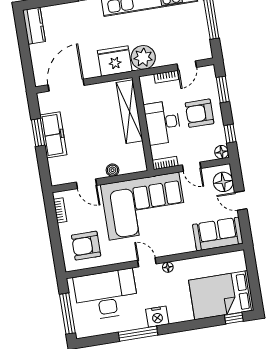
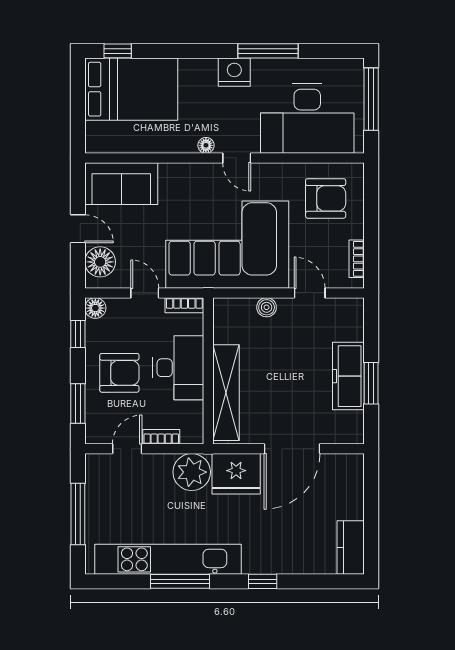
door: (66, 85) -> (292, 449), moved

